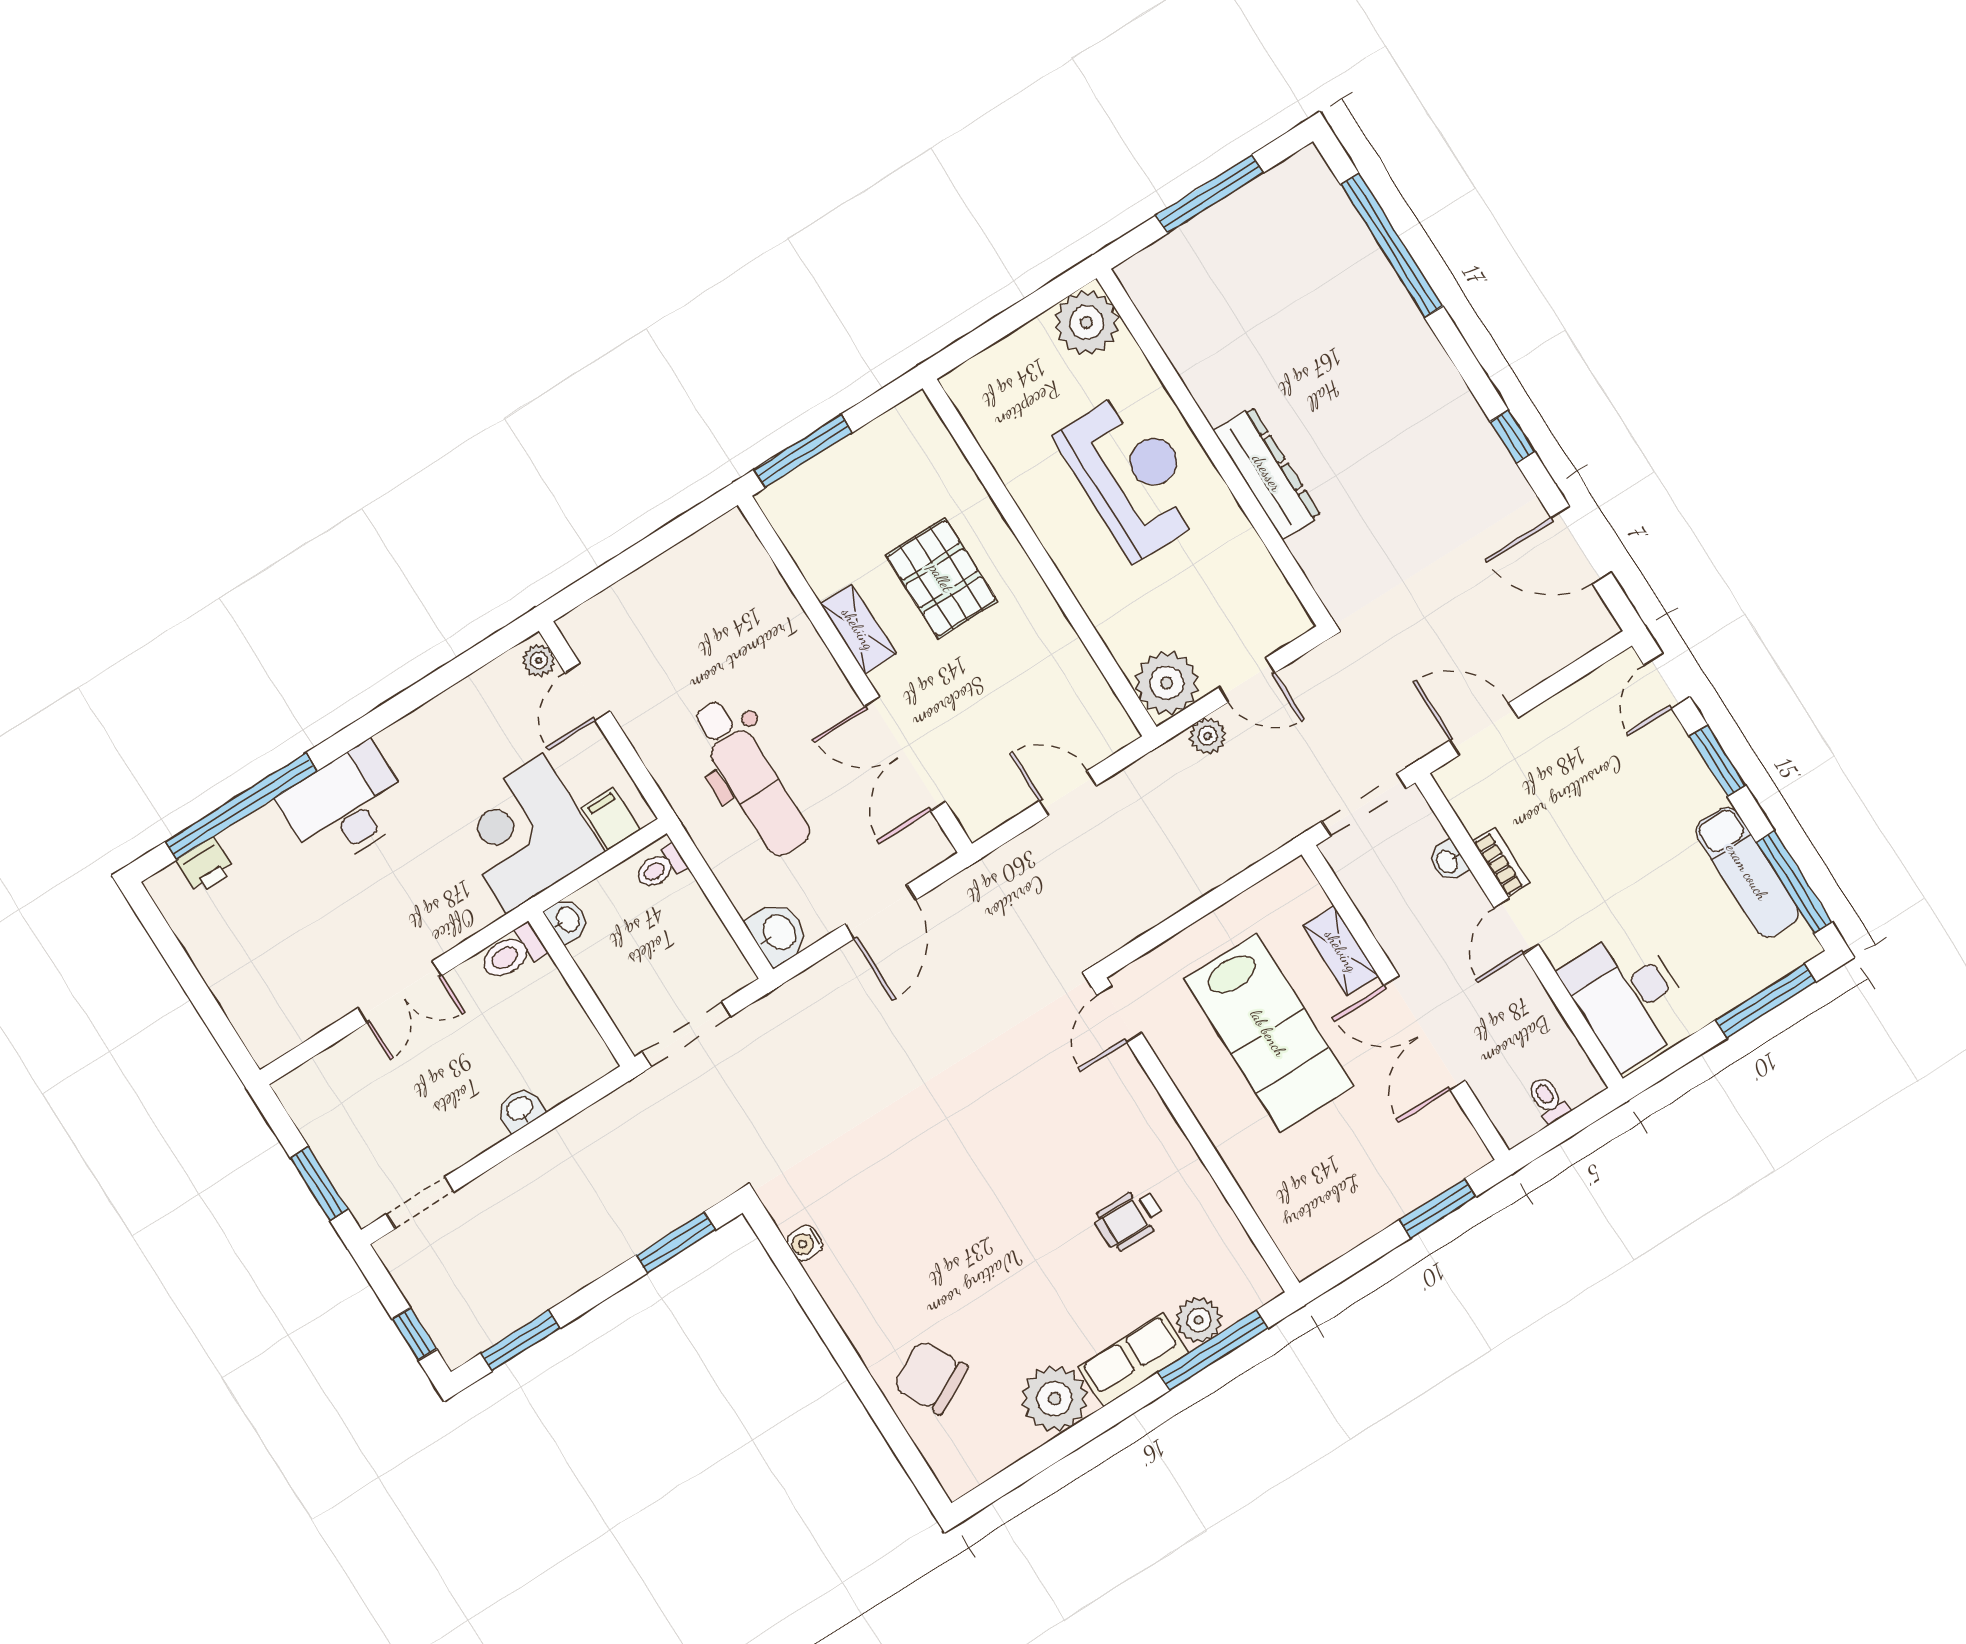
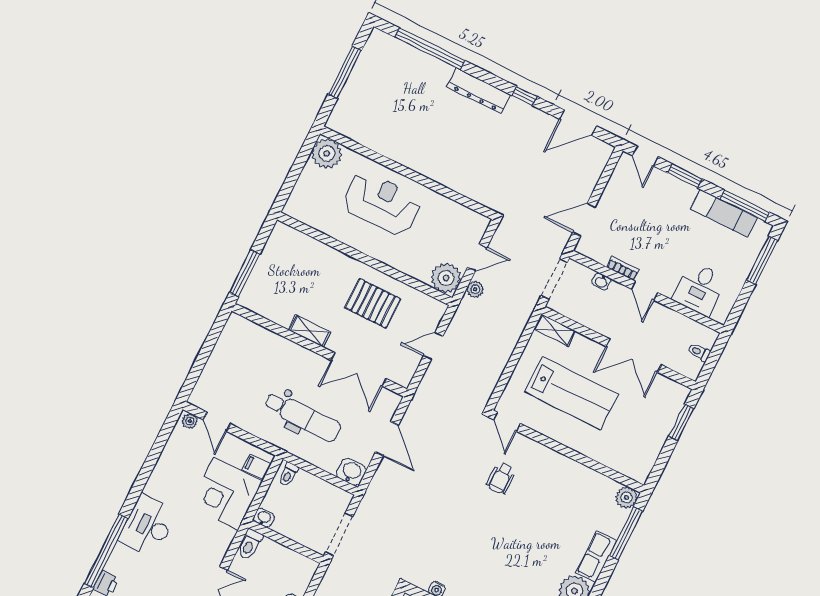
dresser: (1267, 473) -> (479, 91), moved, turned 180
pallet: (941, 578) -> (373, 303), moved
shelving: (1341, 951) -> (555, 330), moved
desk: (1628, 997) -> (699, 289), width x0.73
wheelchair: (1129, 1219) -> (501, 478), moved
plant: (1199, 1320) -> (626, 497), moved

